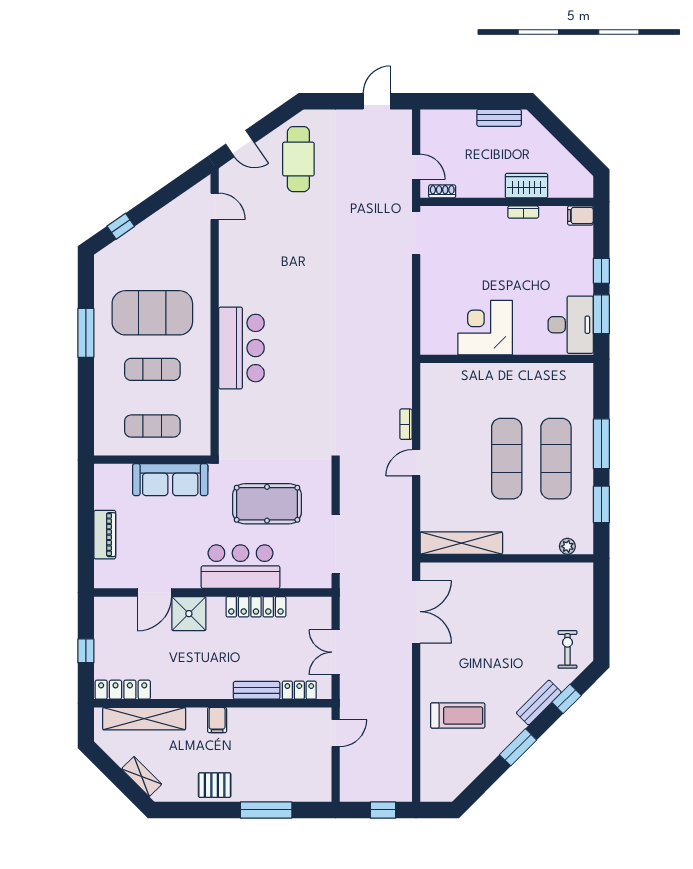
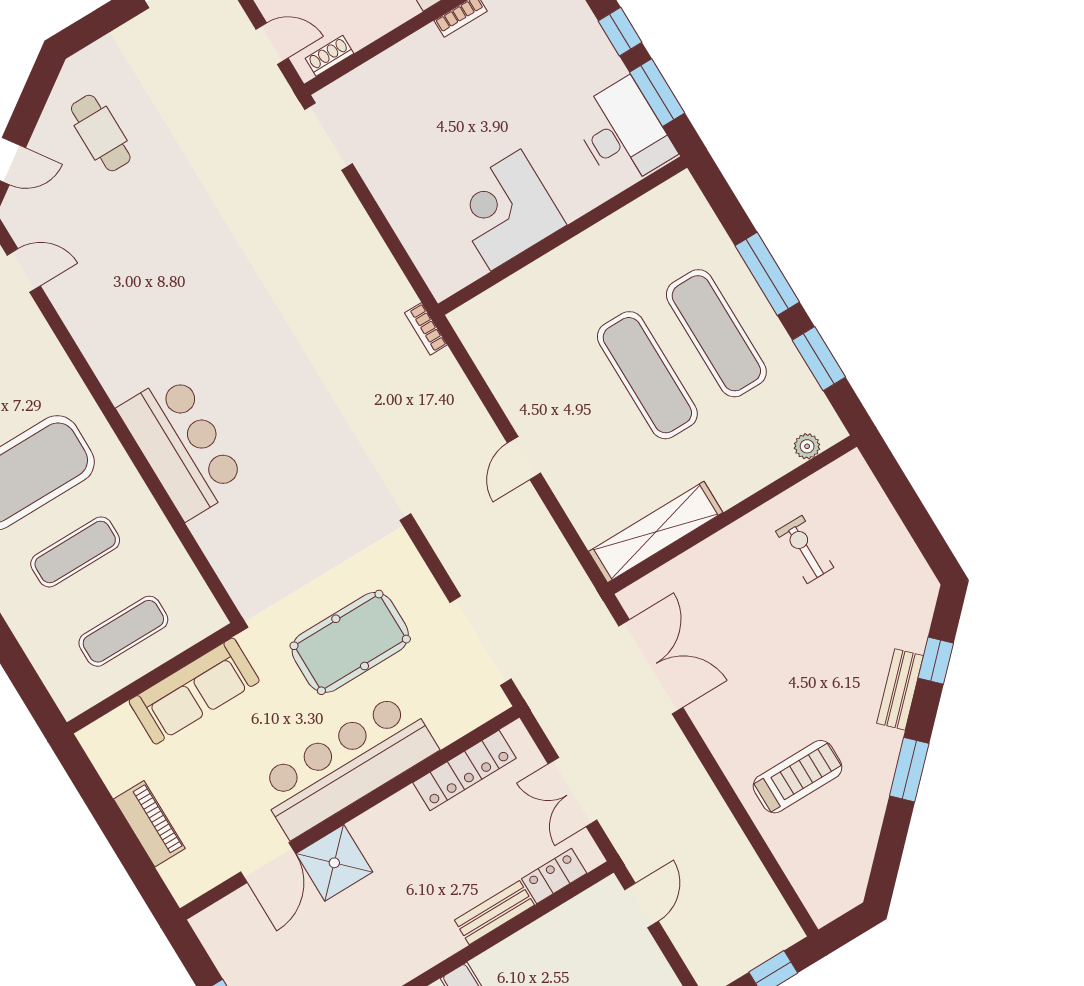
cafe table: (298, 159) -> (101, 133), width x0.73, depth x0.74
bookcase: (406, 424) -> (426, 329), moved
bar counter: (241, 567) -> (347, 765), width x1.36
locker: (256, 607) -> (465, 770), moved
exercise bike: (567, 649) -> (805, 549), moved

